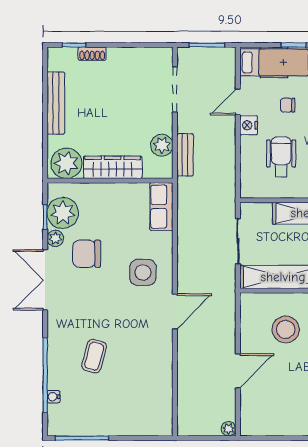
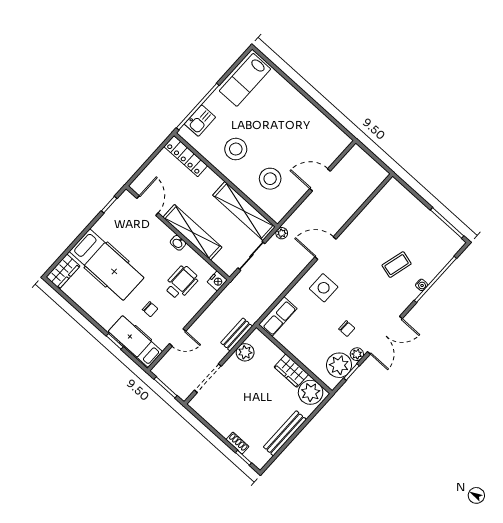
nightstand: (249, 125) -> (217, 281), moved
wheelchair: (281, 157) -> (181, 282), turned 180
wardrobe: (113, 167) -> (291, 371), width x0.67
chair: (87, 254) -> (347, 329), width x0.54, depth x0.54
water cooler: (53, 397) -> (421, 285), moved
plant: (229, 429) -> (282, 233), moved

